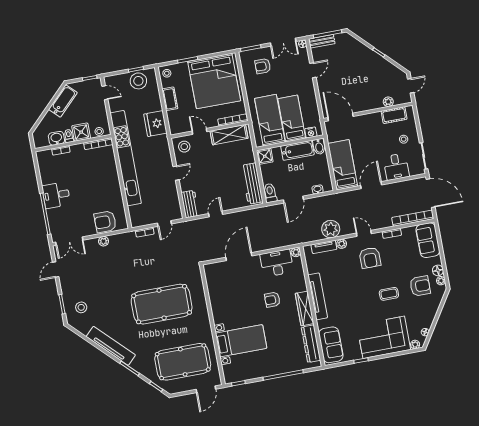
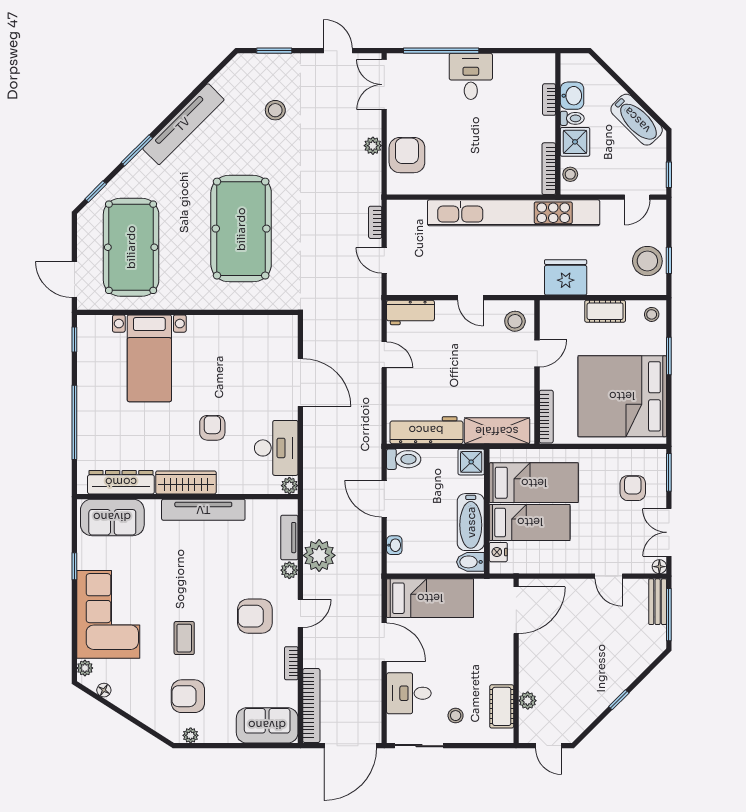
shelving: (229, 135) -> (497, 431), moved, turned 90
floor lamp: (438, 270) -> (210, 733), removed
armchair: (420, 286) -> (188, 696), turned 90
stool: (81, 307) -> (275, 110), moved

